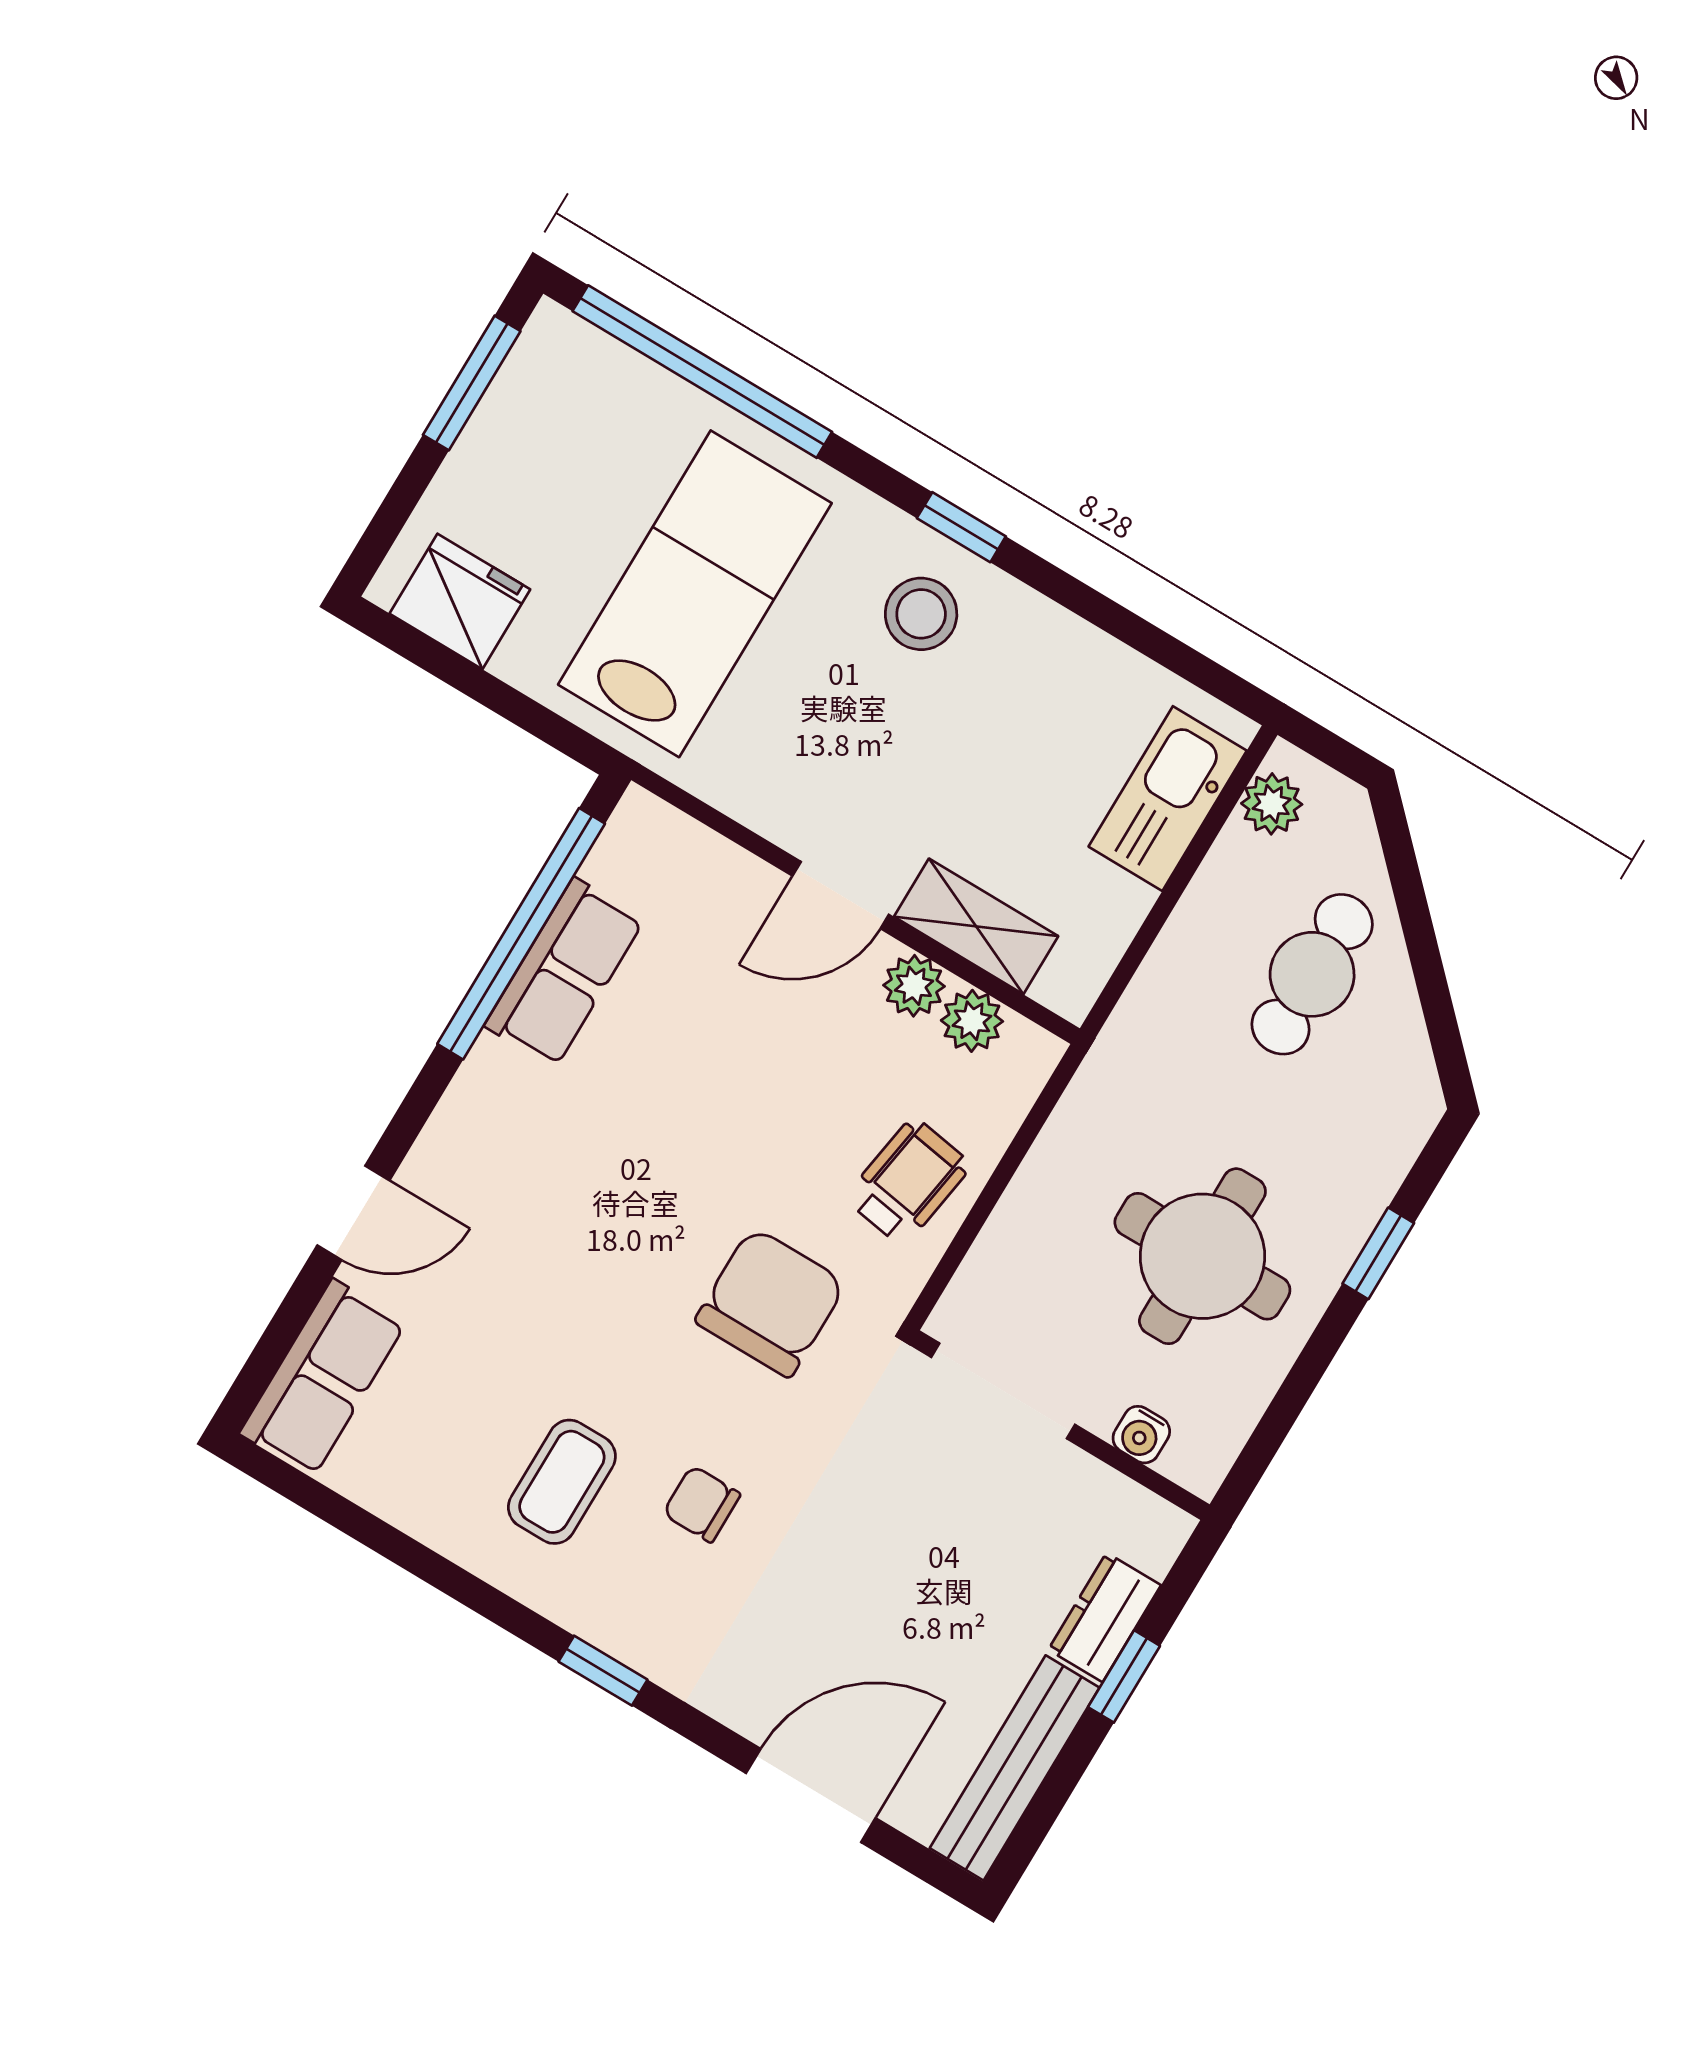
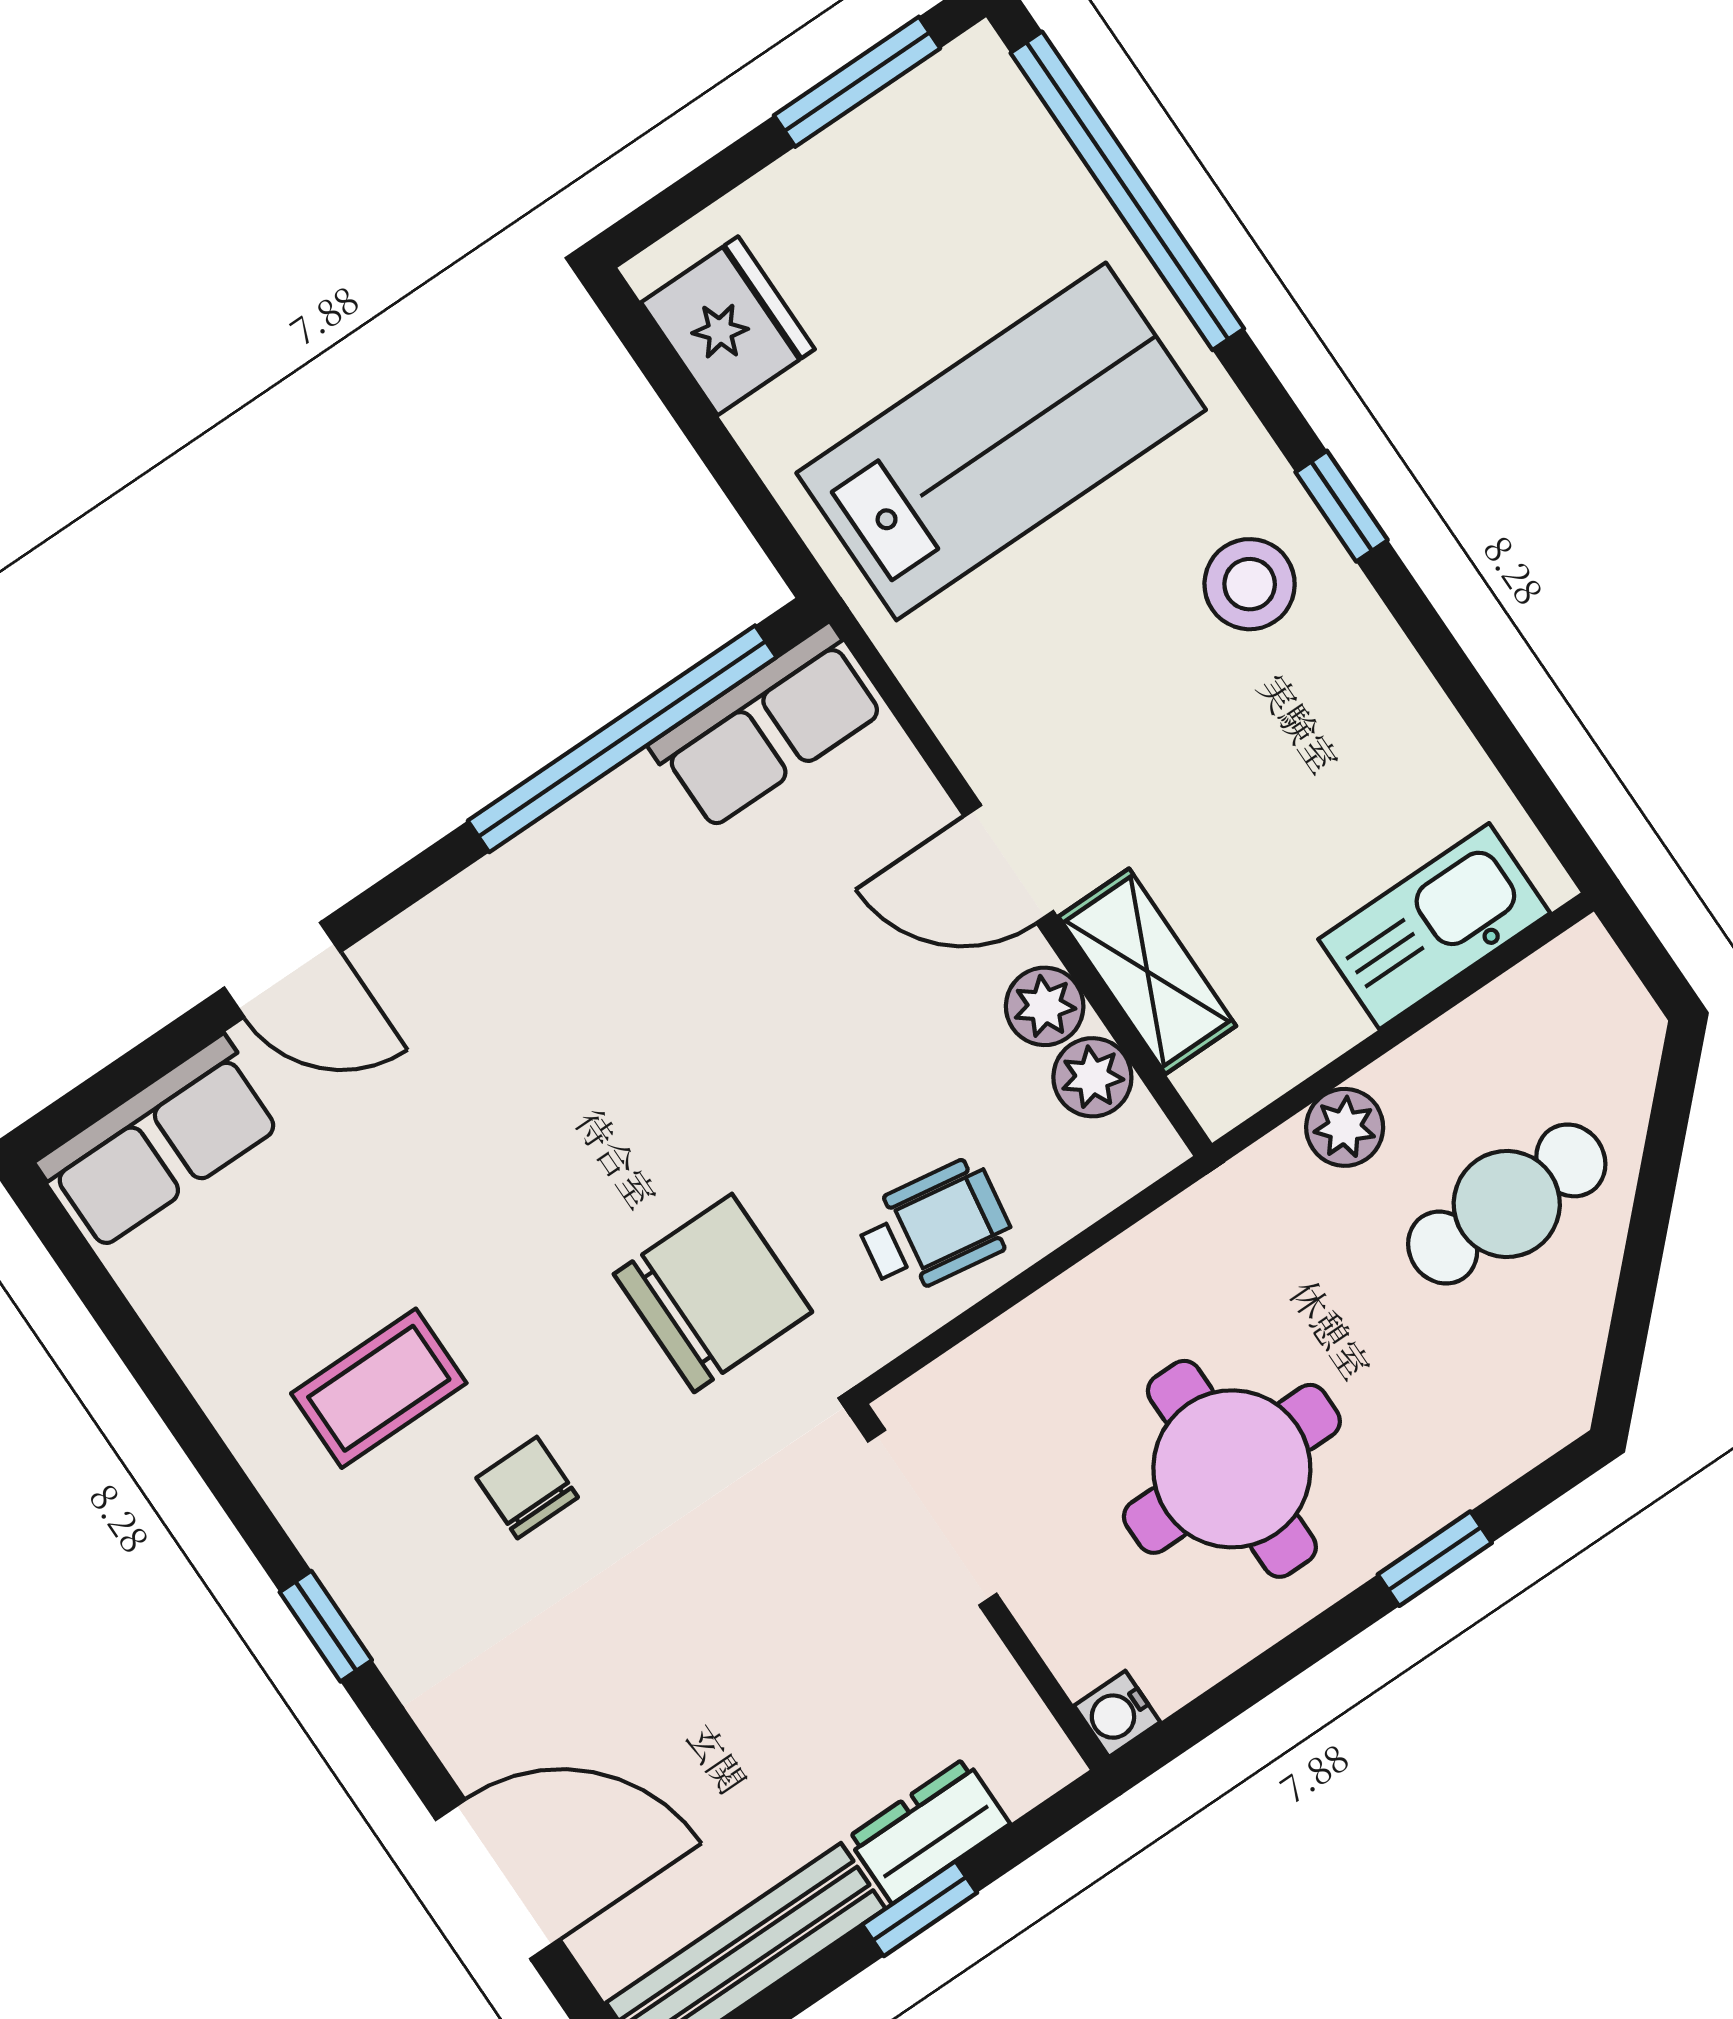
plant: (1272, 804) -> (1345, 1127), moved
row of seats: (564, 973) -> (768, 727), moved
water cooler: (1141, 1435) -> (1117, 1714), moved

